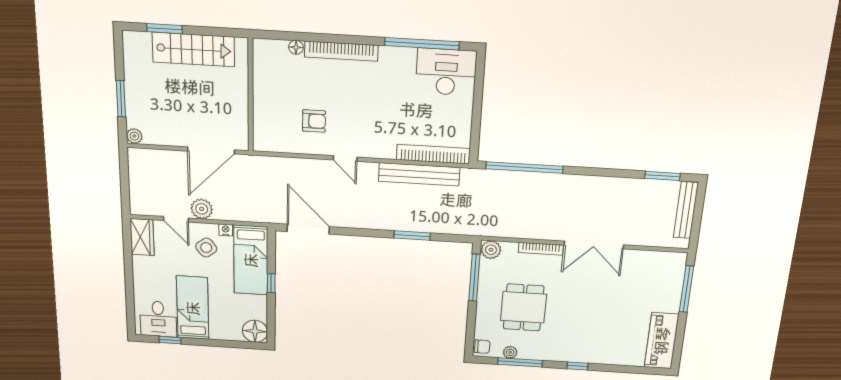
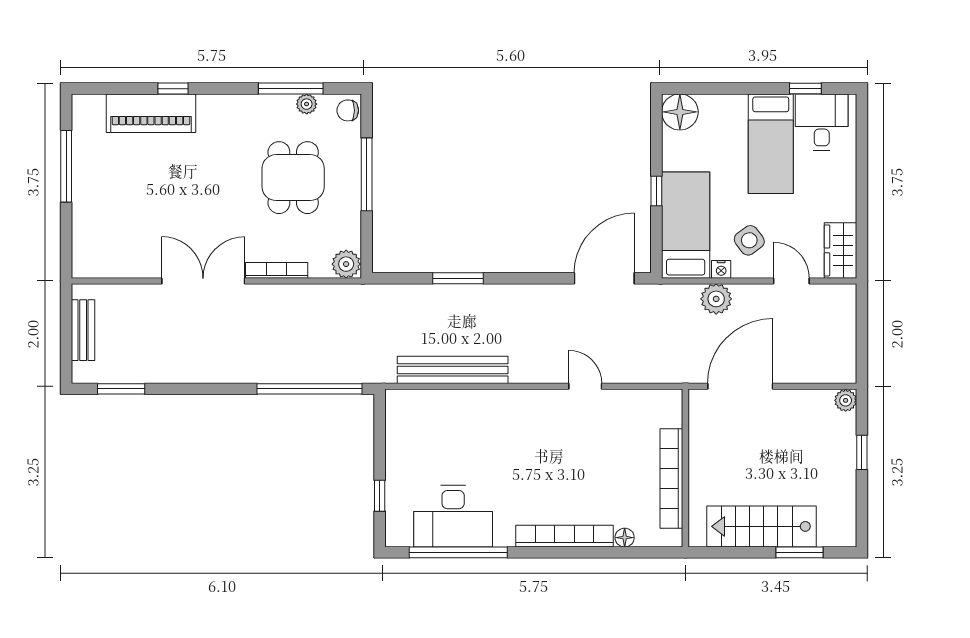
desk: (446, 72) -> (453, 516), moved
window: (478, 89) -> (380, 496), added
window: (121, 99) -> (862, 452), width x0.67
armchair: (314, 121) -> (599, 437), removed
bookcase: (433, 154) -> (671, 479), moved, turned 90
door: (345, 159) -> (585, 386), moved
plant: (202, 209) -> (716, 299), moved
bench: (686, 210) -> (83, 330), width x0.73
door: (308, 229) -> (604, 278), swing flipped
window: (474, 278) -> (367, 174), moved
window: (686, 289) -> (66, 166), moved
piano: (662, 341) -> (151, 113), moved, turned 90
window: (577, 366) -> (173, 89), moved

